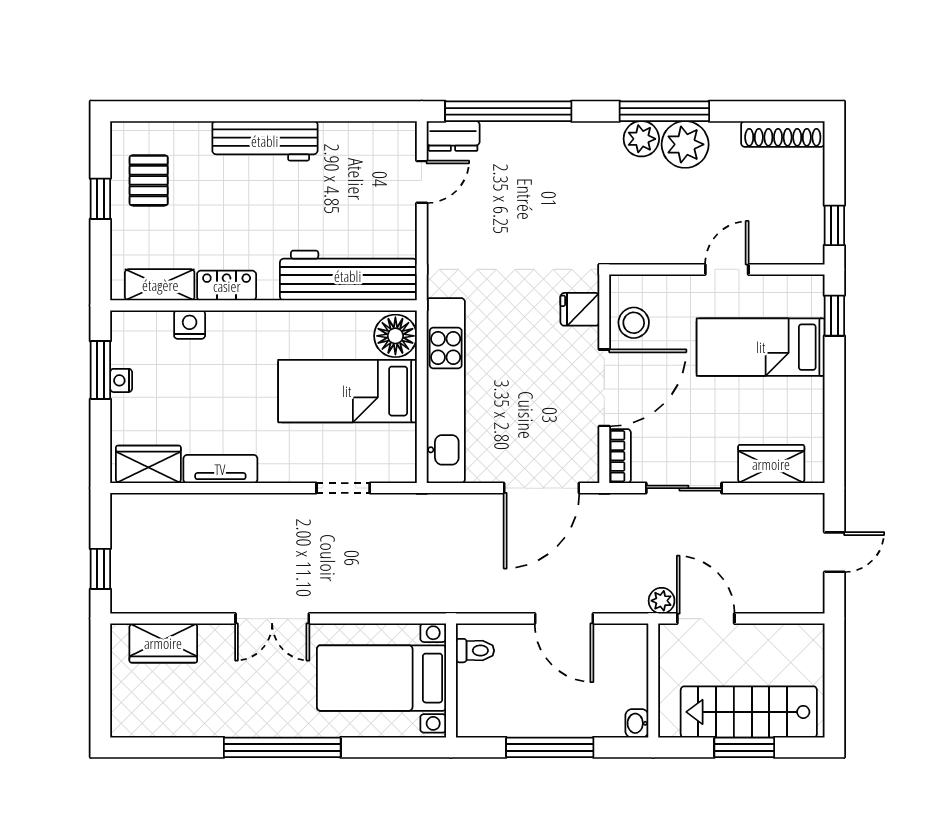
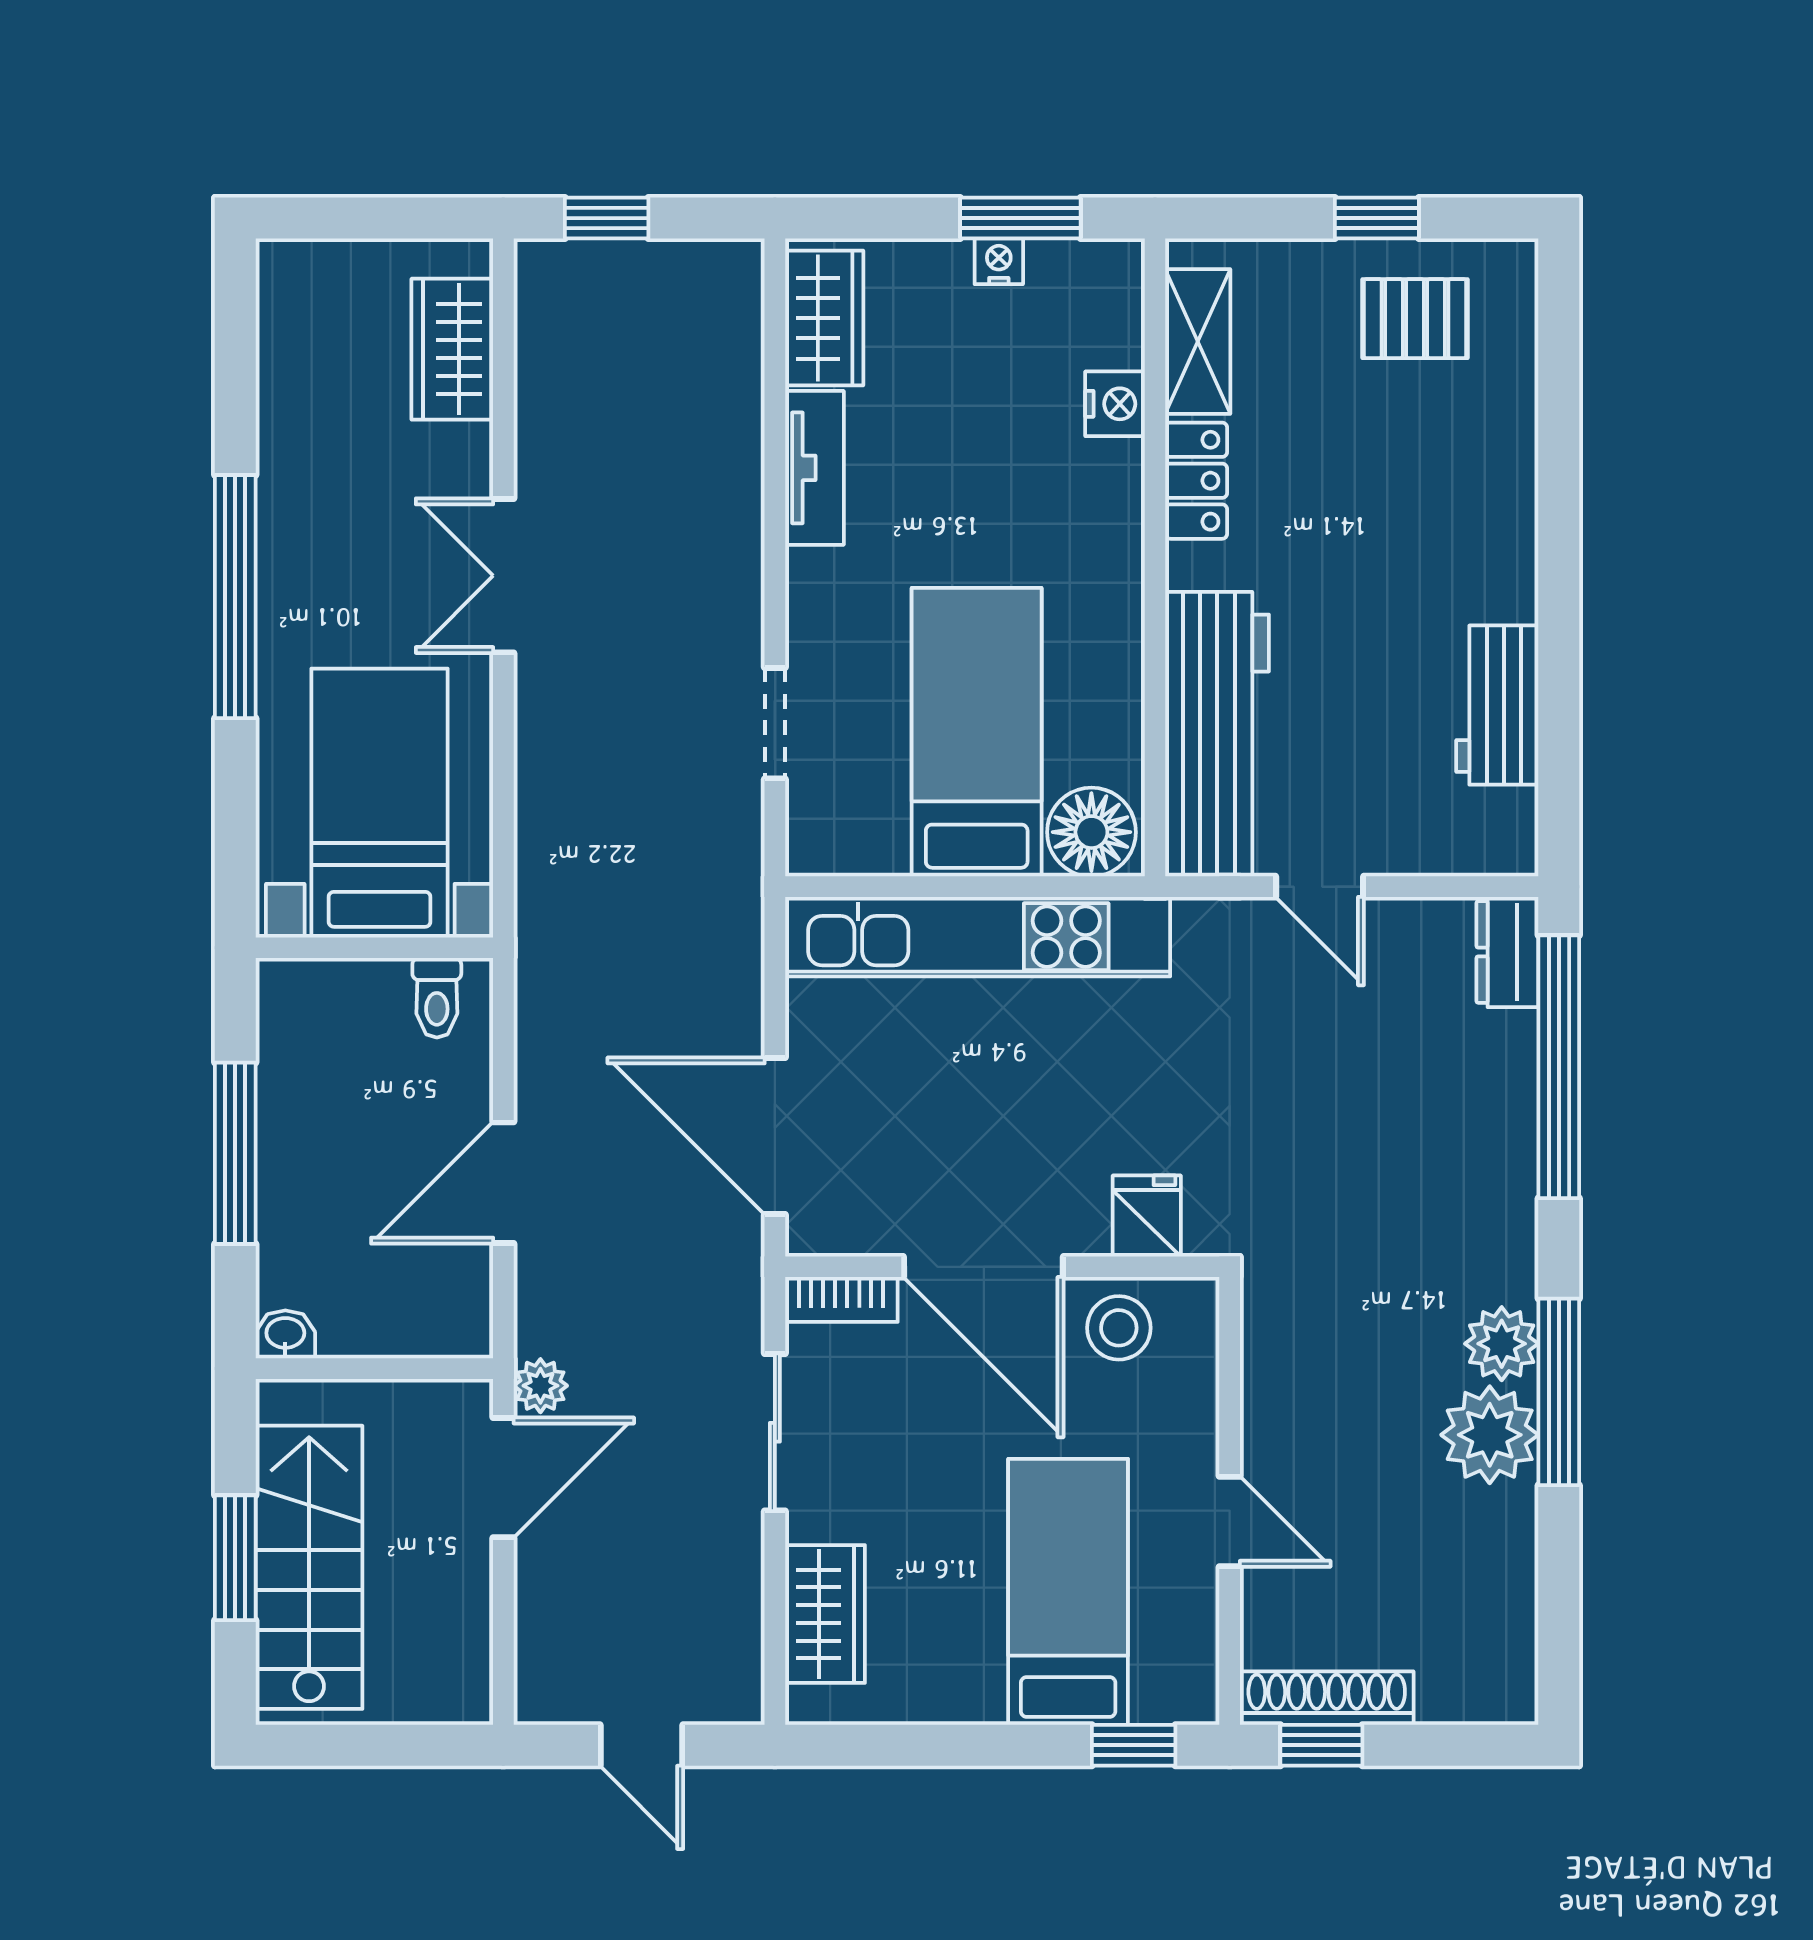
shoe rack: (783, 134) -> (1327, 1698), moved, turned 90
workbench: (265, 141) -> (1497, 705), moved, width x0.73
door: (422, 182) -> (1320, 887), moved

